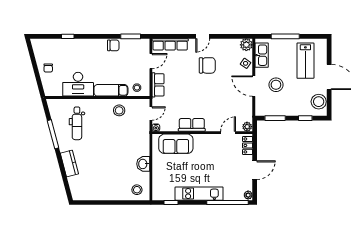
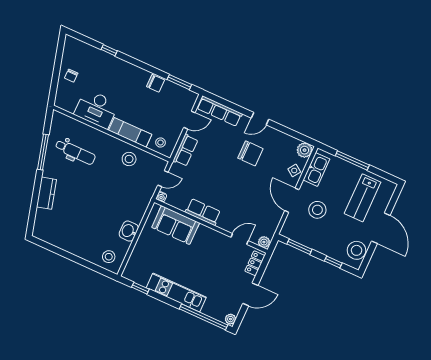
dental chair: (77, 123) -> (75, 152), turned -90

